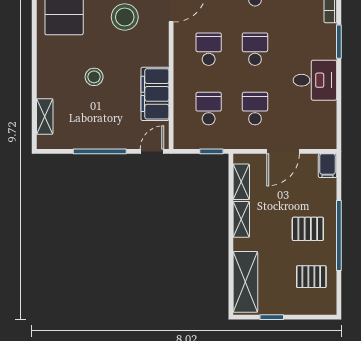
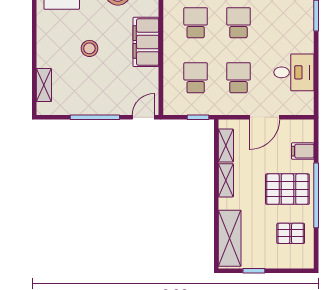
desk: (315, 80) -> (294, 72), moved
filing cabinet: (155, 94) -> (146, 42), moved
filing cabinet: (327, 166) -> (303, 151), moved, turned 90
pallet: (308, 229) -> (287, 189), width x1.50, depth x1.42

